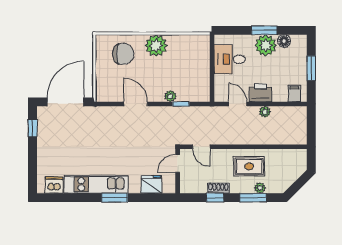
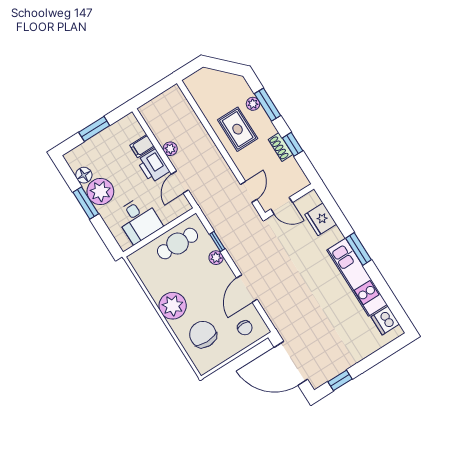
cafe table: (197, 76) -> (178, 244), added
chair: (110, 86) -> (245, 328), added
filing cabinet: (294, 94) -> (142, 146), moved

